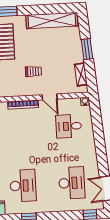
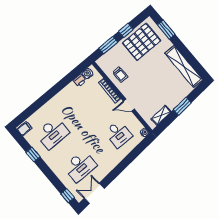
trolley: (33, 71) -> (120, 75), moved
door: (50, 97) -> (129, 105), hinge flipped
desk: (69, 126) -> (118, 134), turned 180

